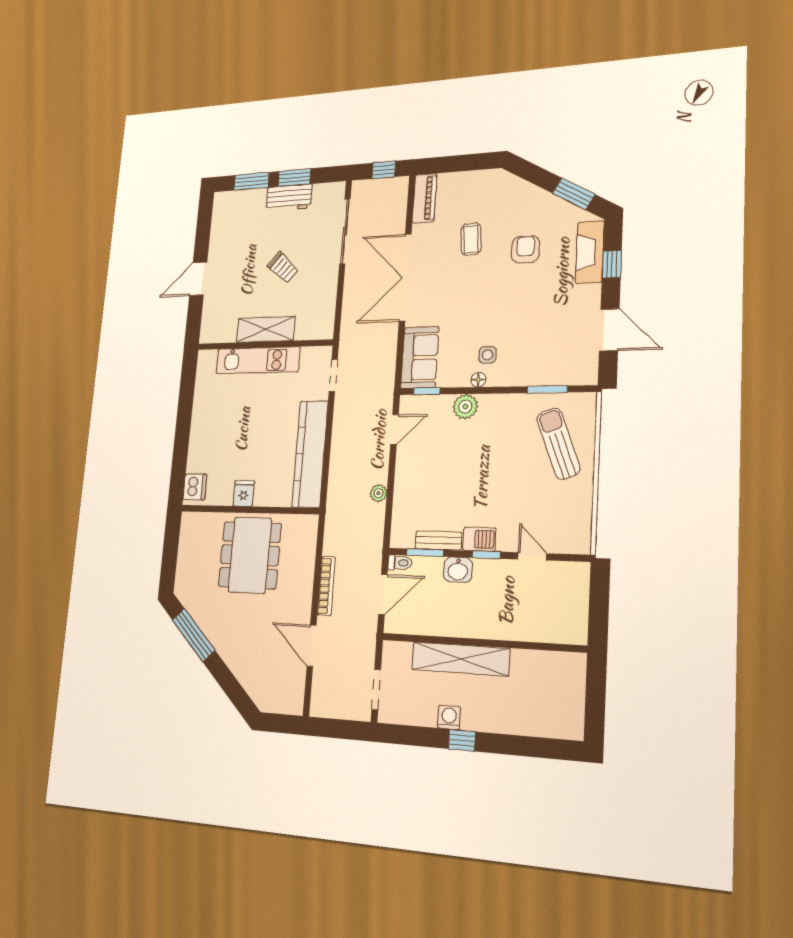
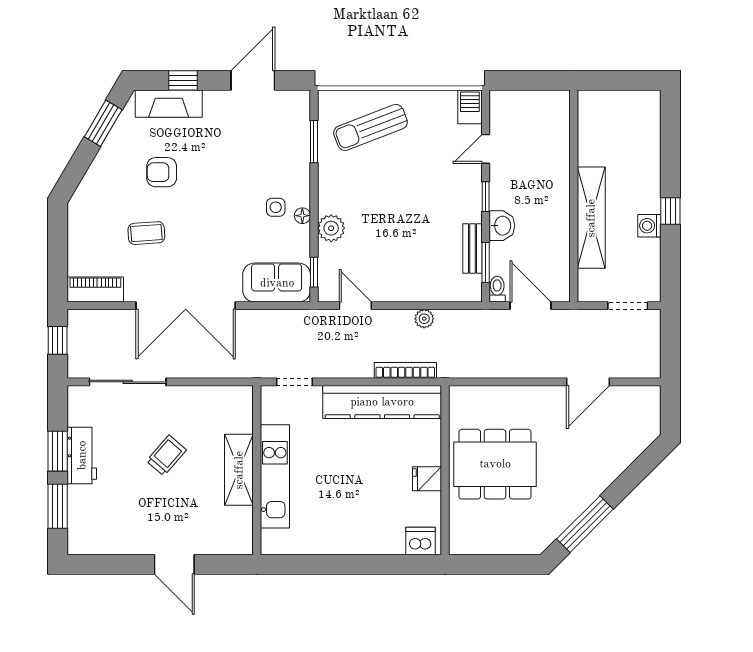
barbecue: (479, 539) -> (470, 107), moved
bookcase: (326, 586) -> (405, 370), moved

